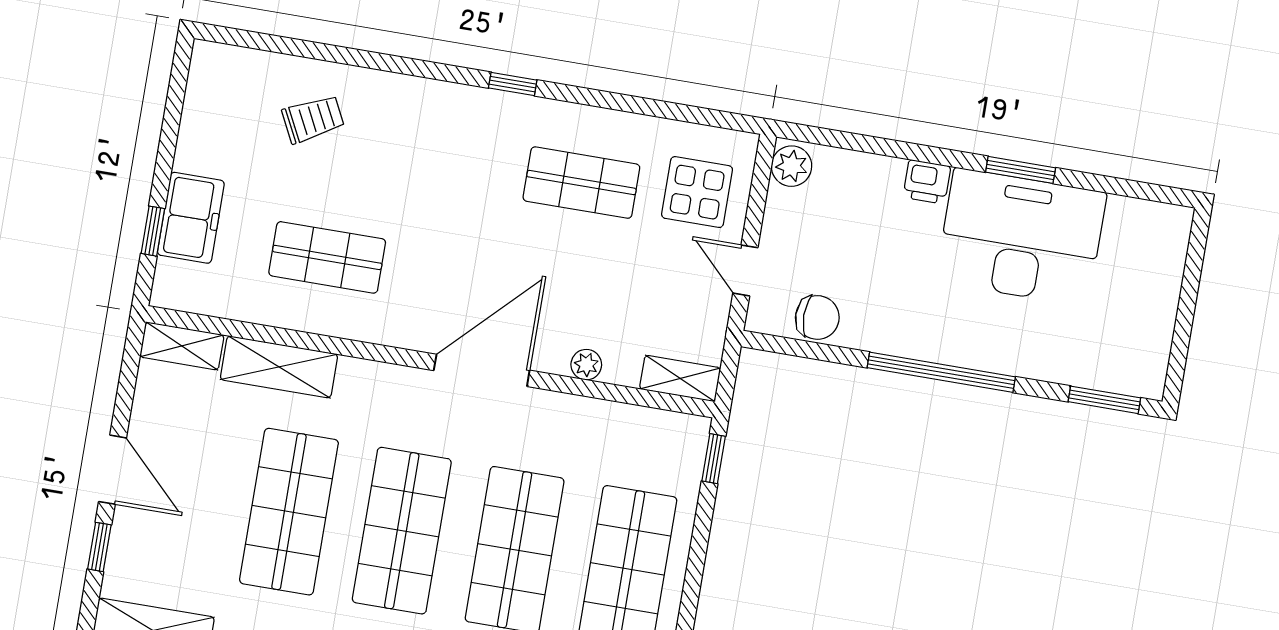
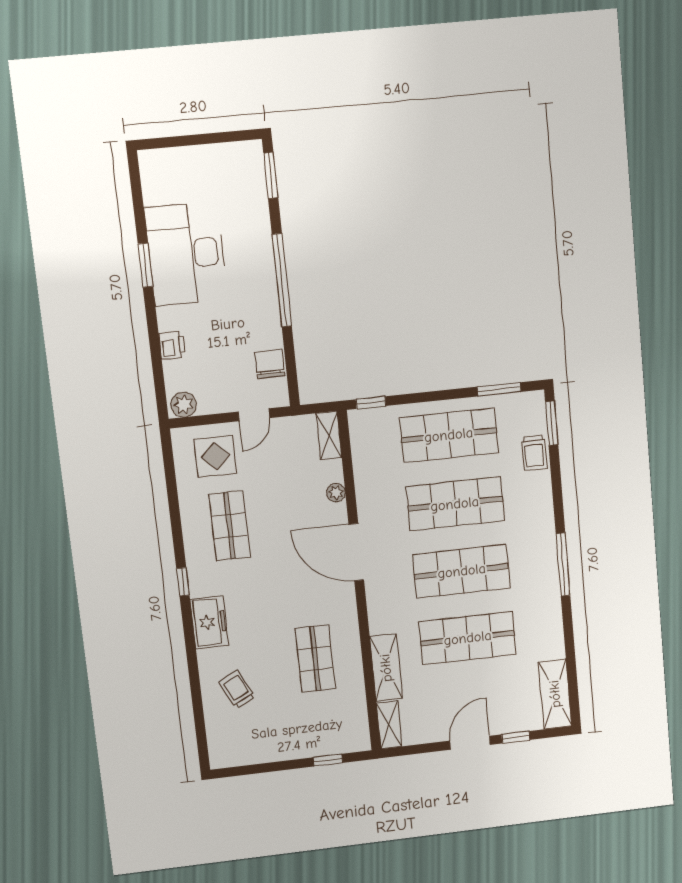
printer: (927, 182) -> (172, 345), moved
freezer: (191, 218) -> (209, 622), moved, turned 90

